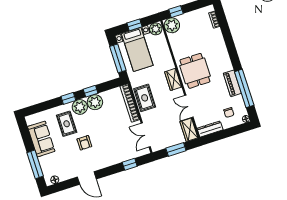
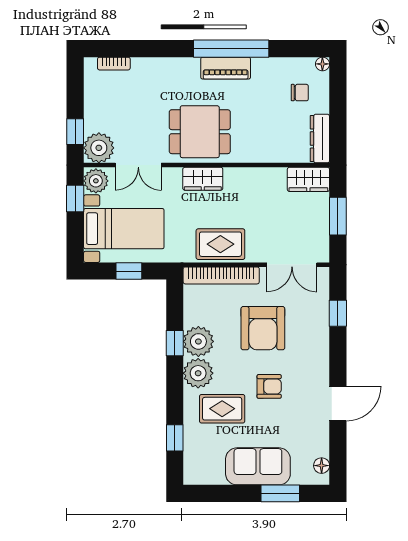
window: (134, 25) -> (75, 199), moved
window: (118, 58) -> (129, 271), width x0.46
piano: (232, 83) -> (226, 68), moved
window: (244, 88) -> (231, 49), moved
window: (68, 98) -> (175, 438), moved
double door: (189, 106) -> (138, 165), moved
armchair: (111, 131) -> (263, 328), added
sofa: (41, 139) -> (258, 466), moved
window: (35, 164) -> (280, 493), width x0.69

